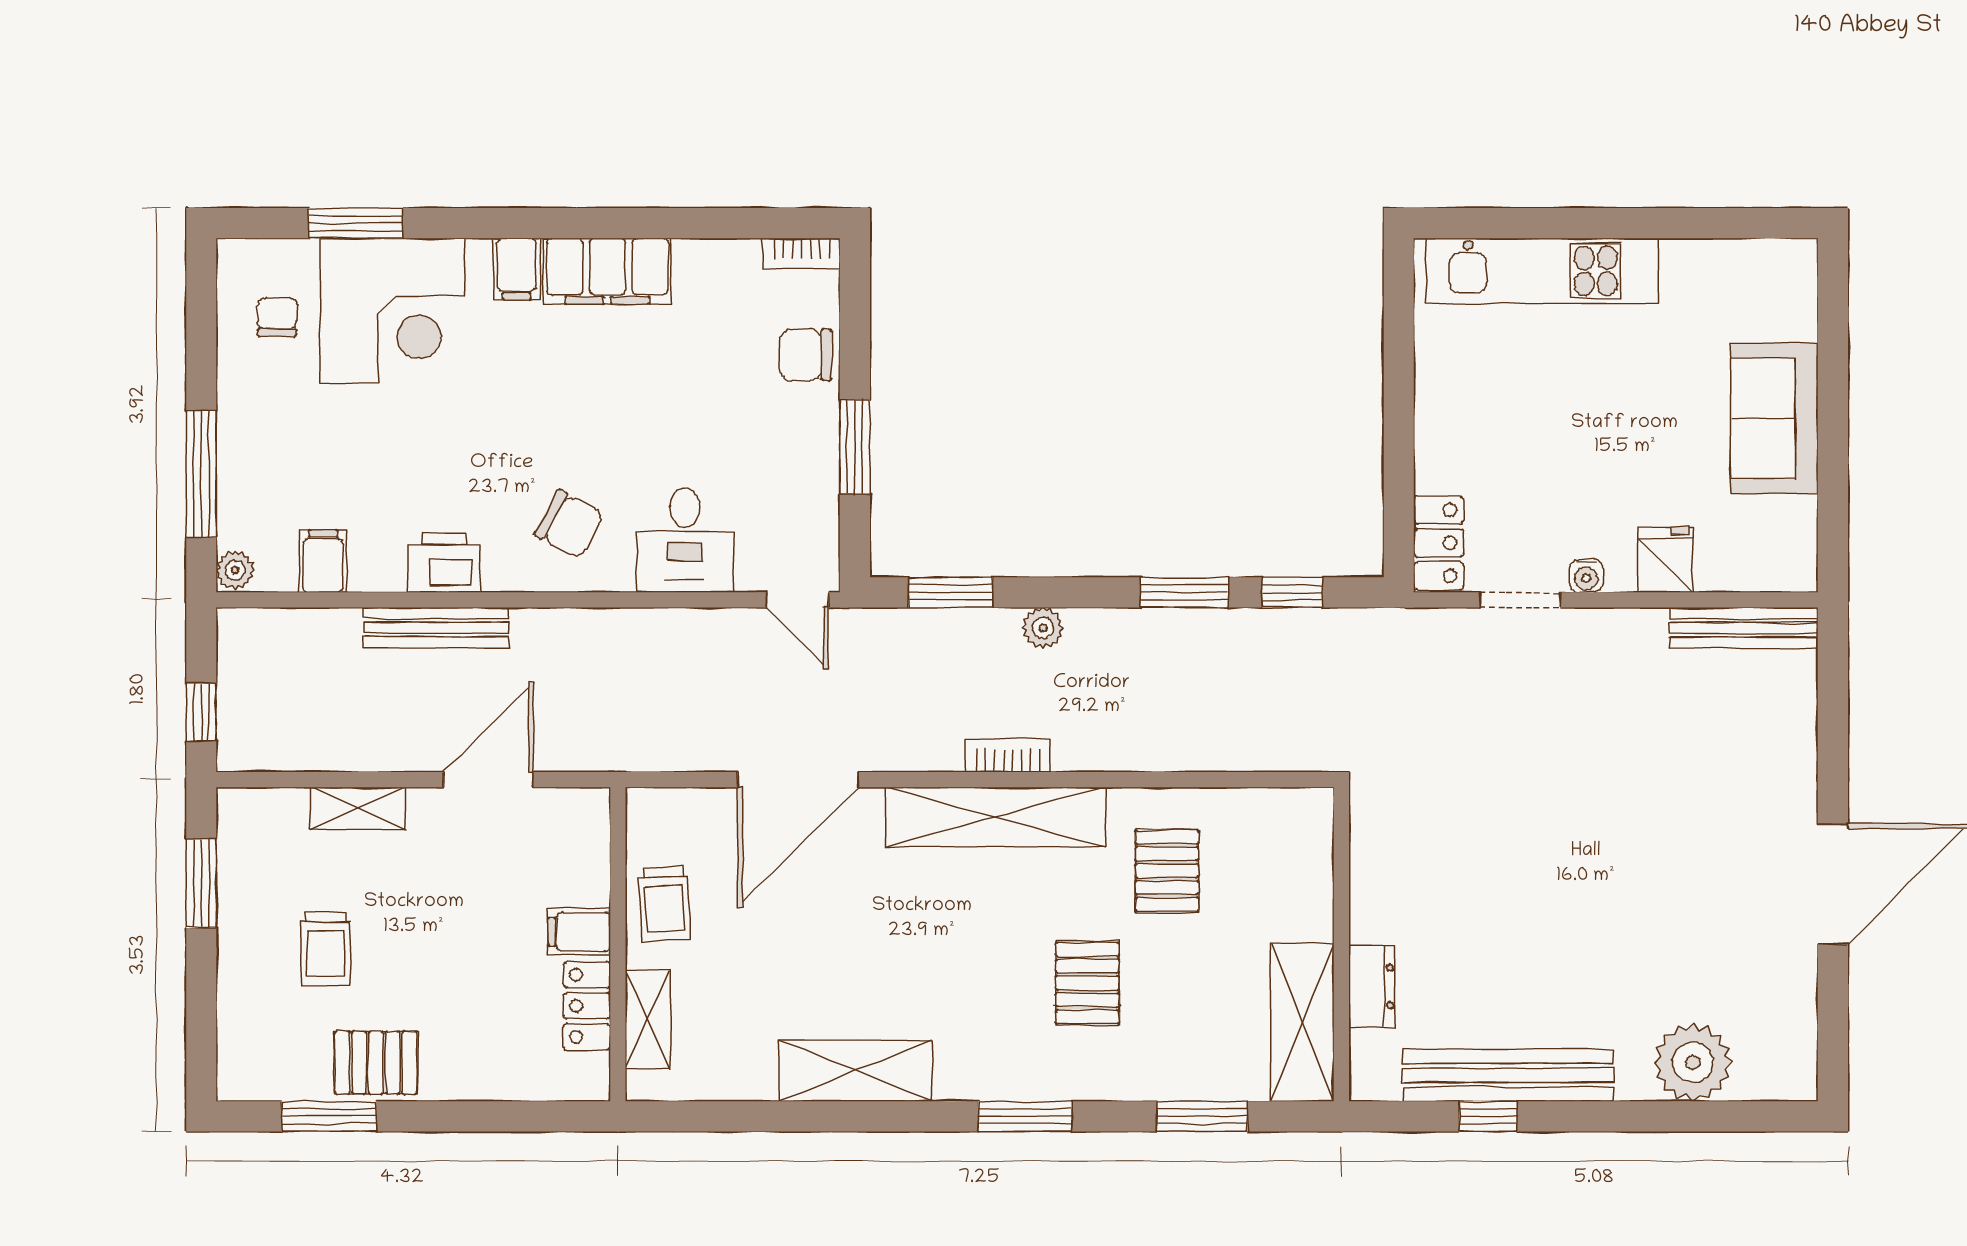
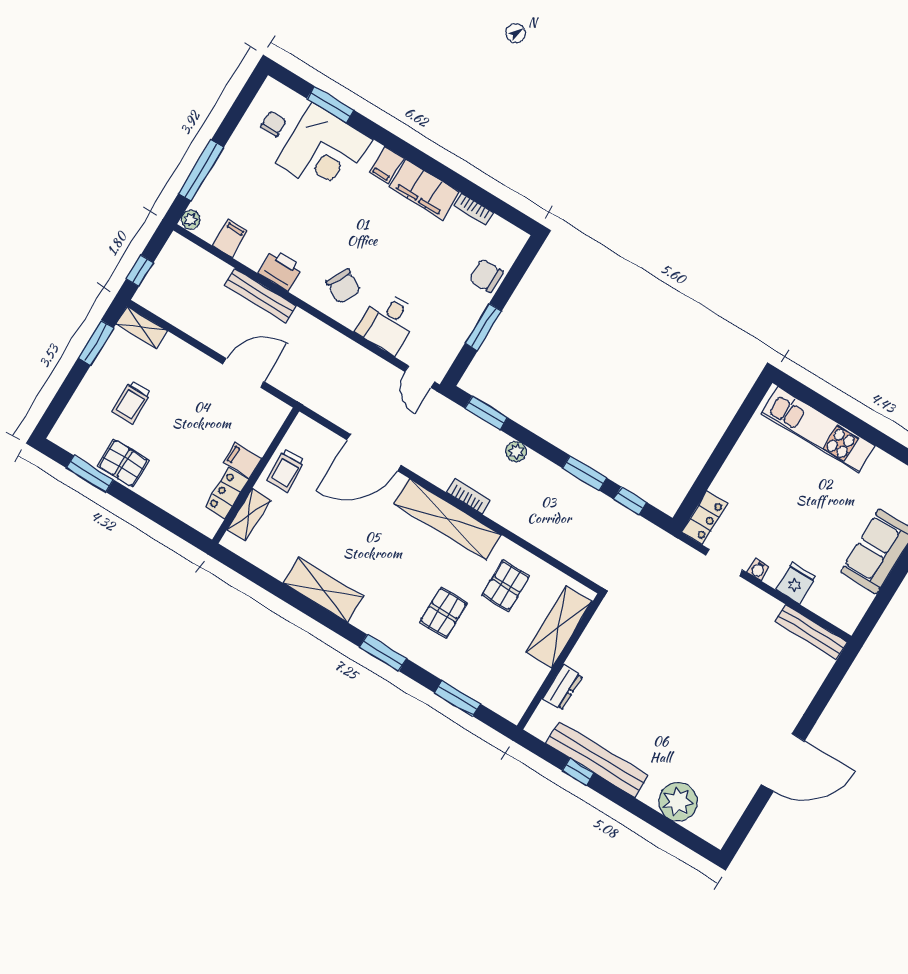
bookcase: (802, 253) -> (474, 209), moved
shelving: (358, 808) -> (141, 327), moved
shelving: (1302, 1022) -> (559, 627), moved

